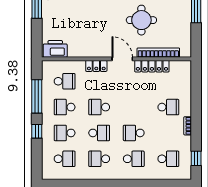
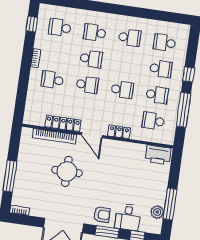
school desk: (99, 133) -> (87, 85), moved, turned 180

